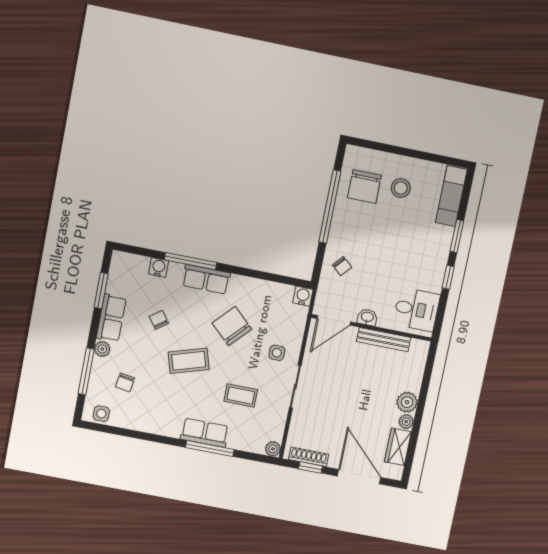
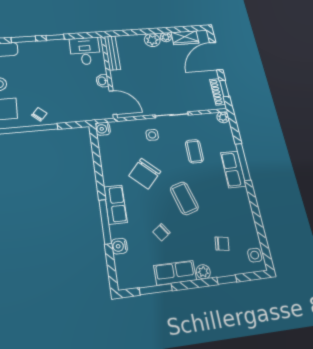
chair: (342, 266) -> (39, 114), moved
bench: (384, 340) -> (112, 53), moved
window: (86, 371) -> (227, 280), width x0.46

